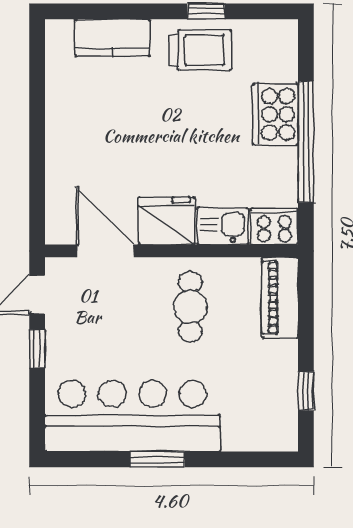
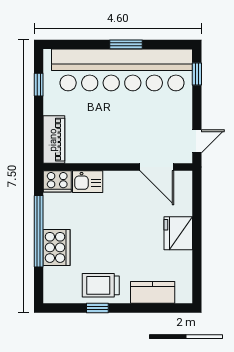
fridge: (167, 221) -> (178, 233), moved, turned 90
cafe table: (190, 307) -> (107, 134), removed
window: (37, 349) -> (197, 74), moved
bar counter: (132, 416) -> (122, 70), width x1.36

